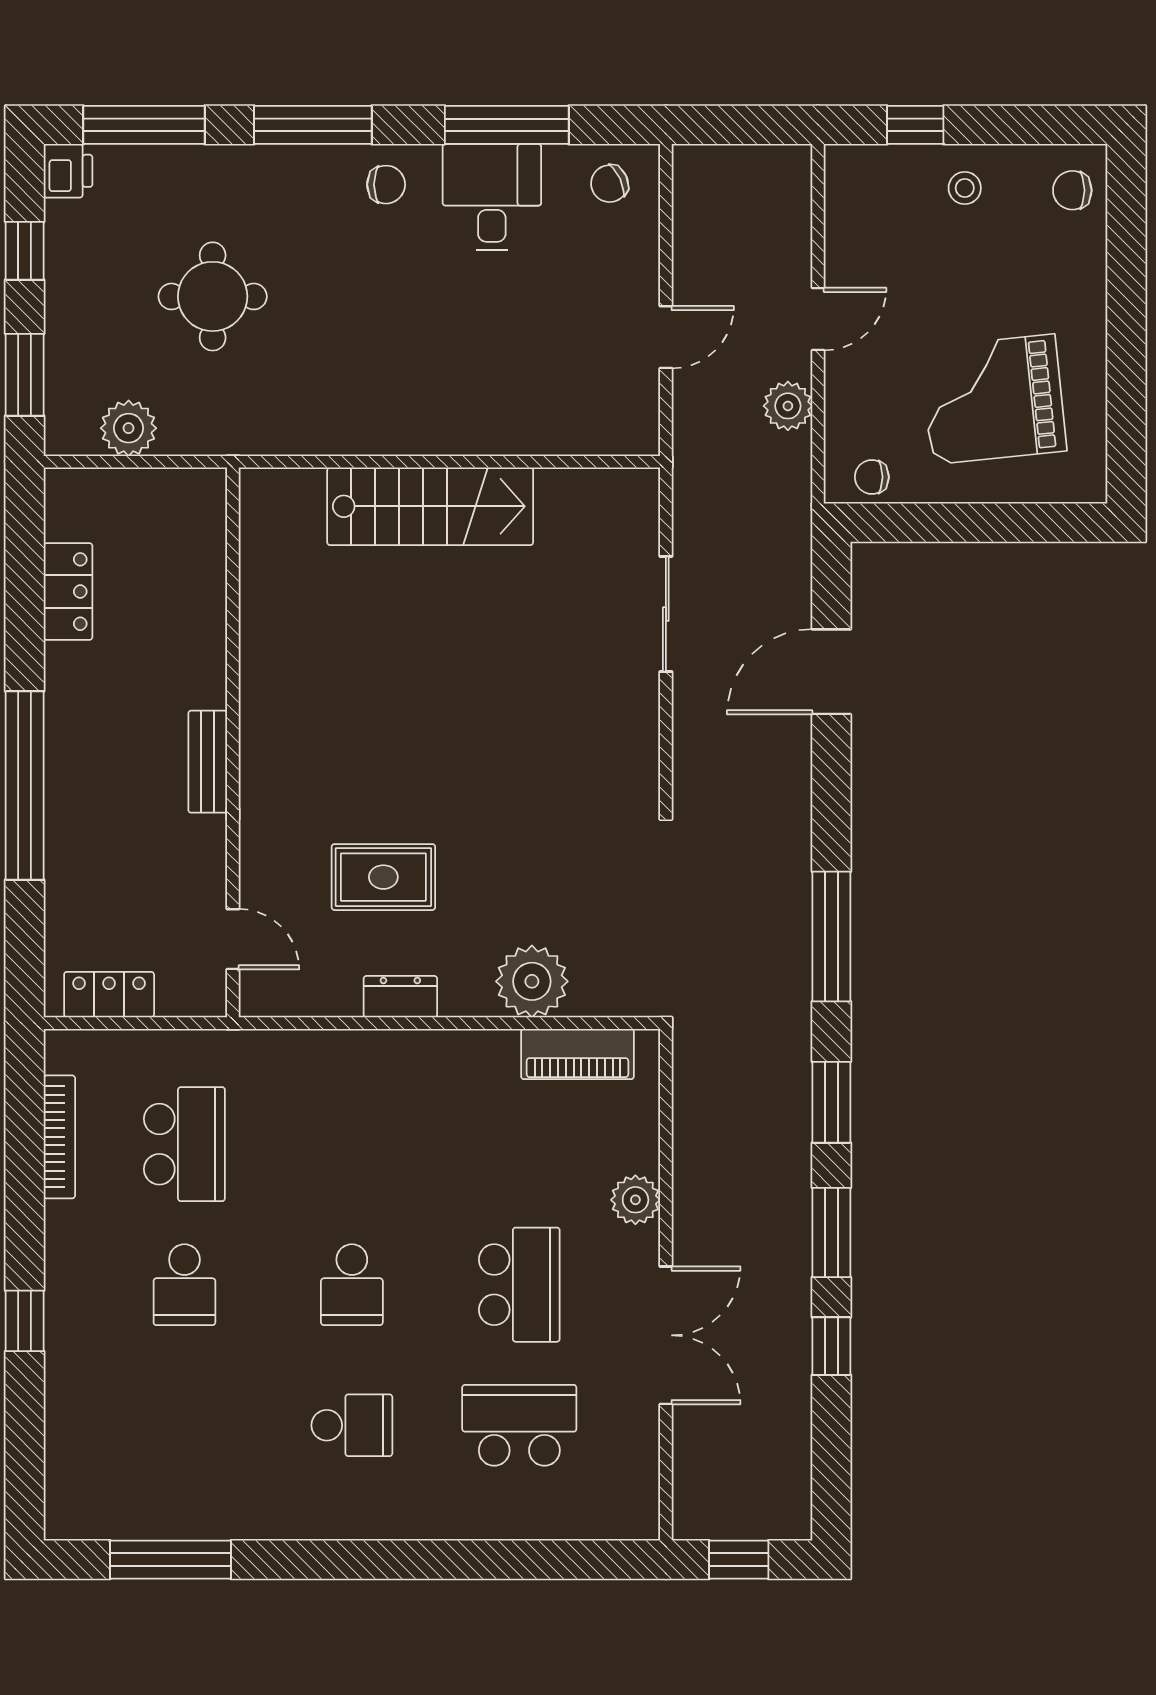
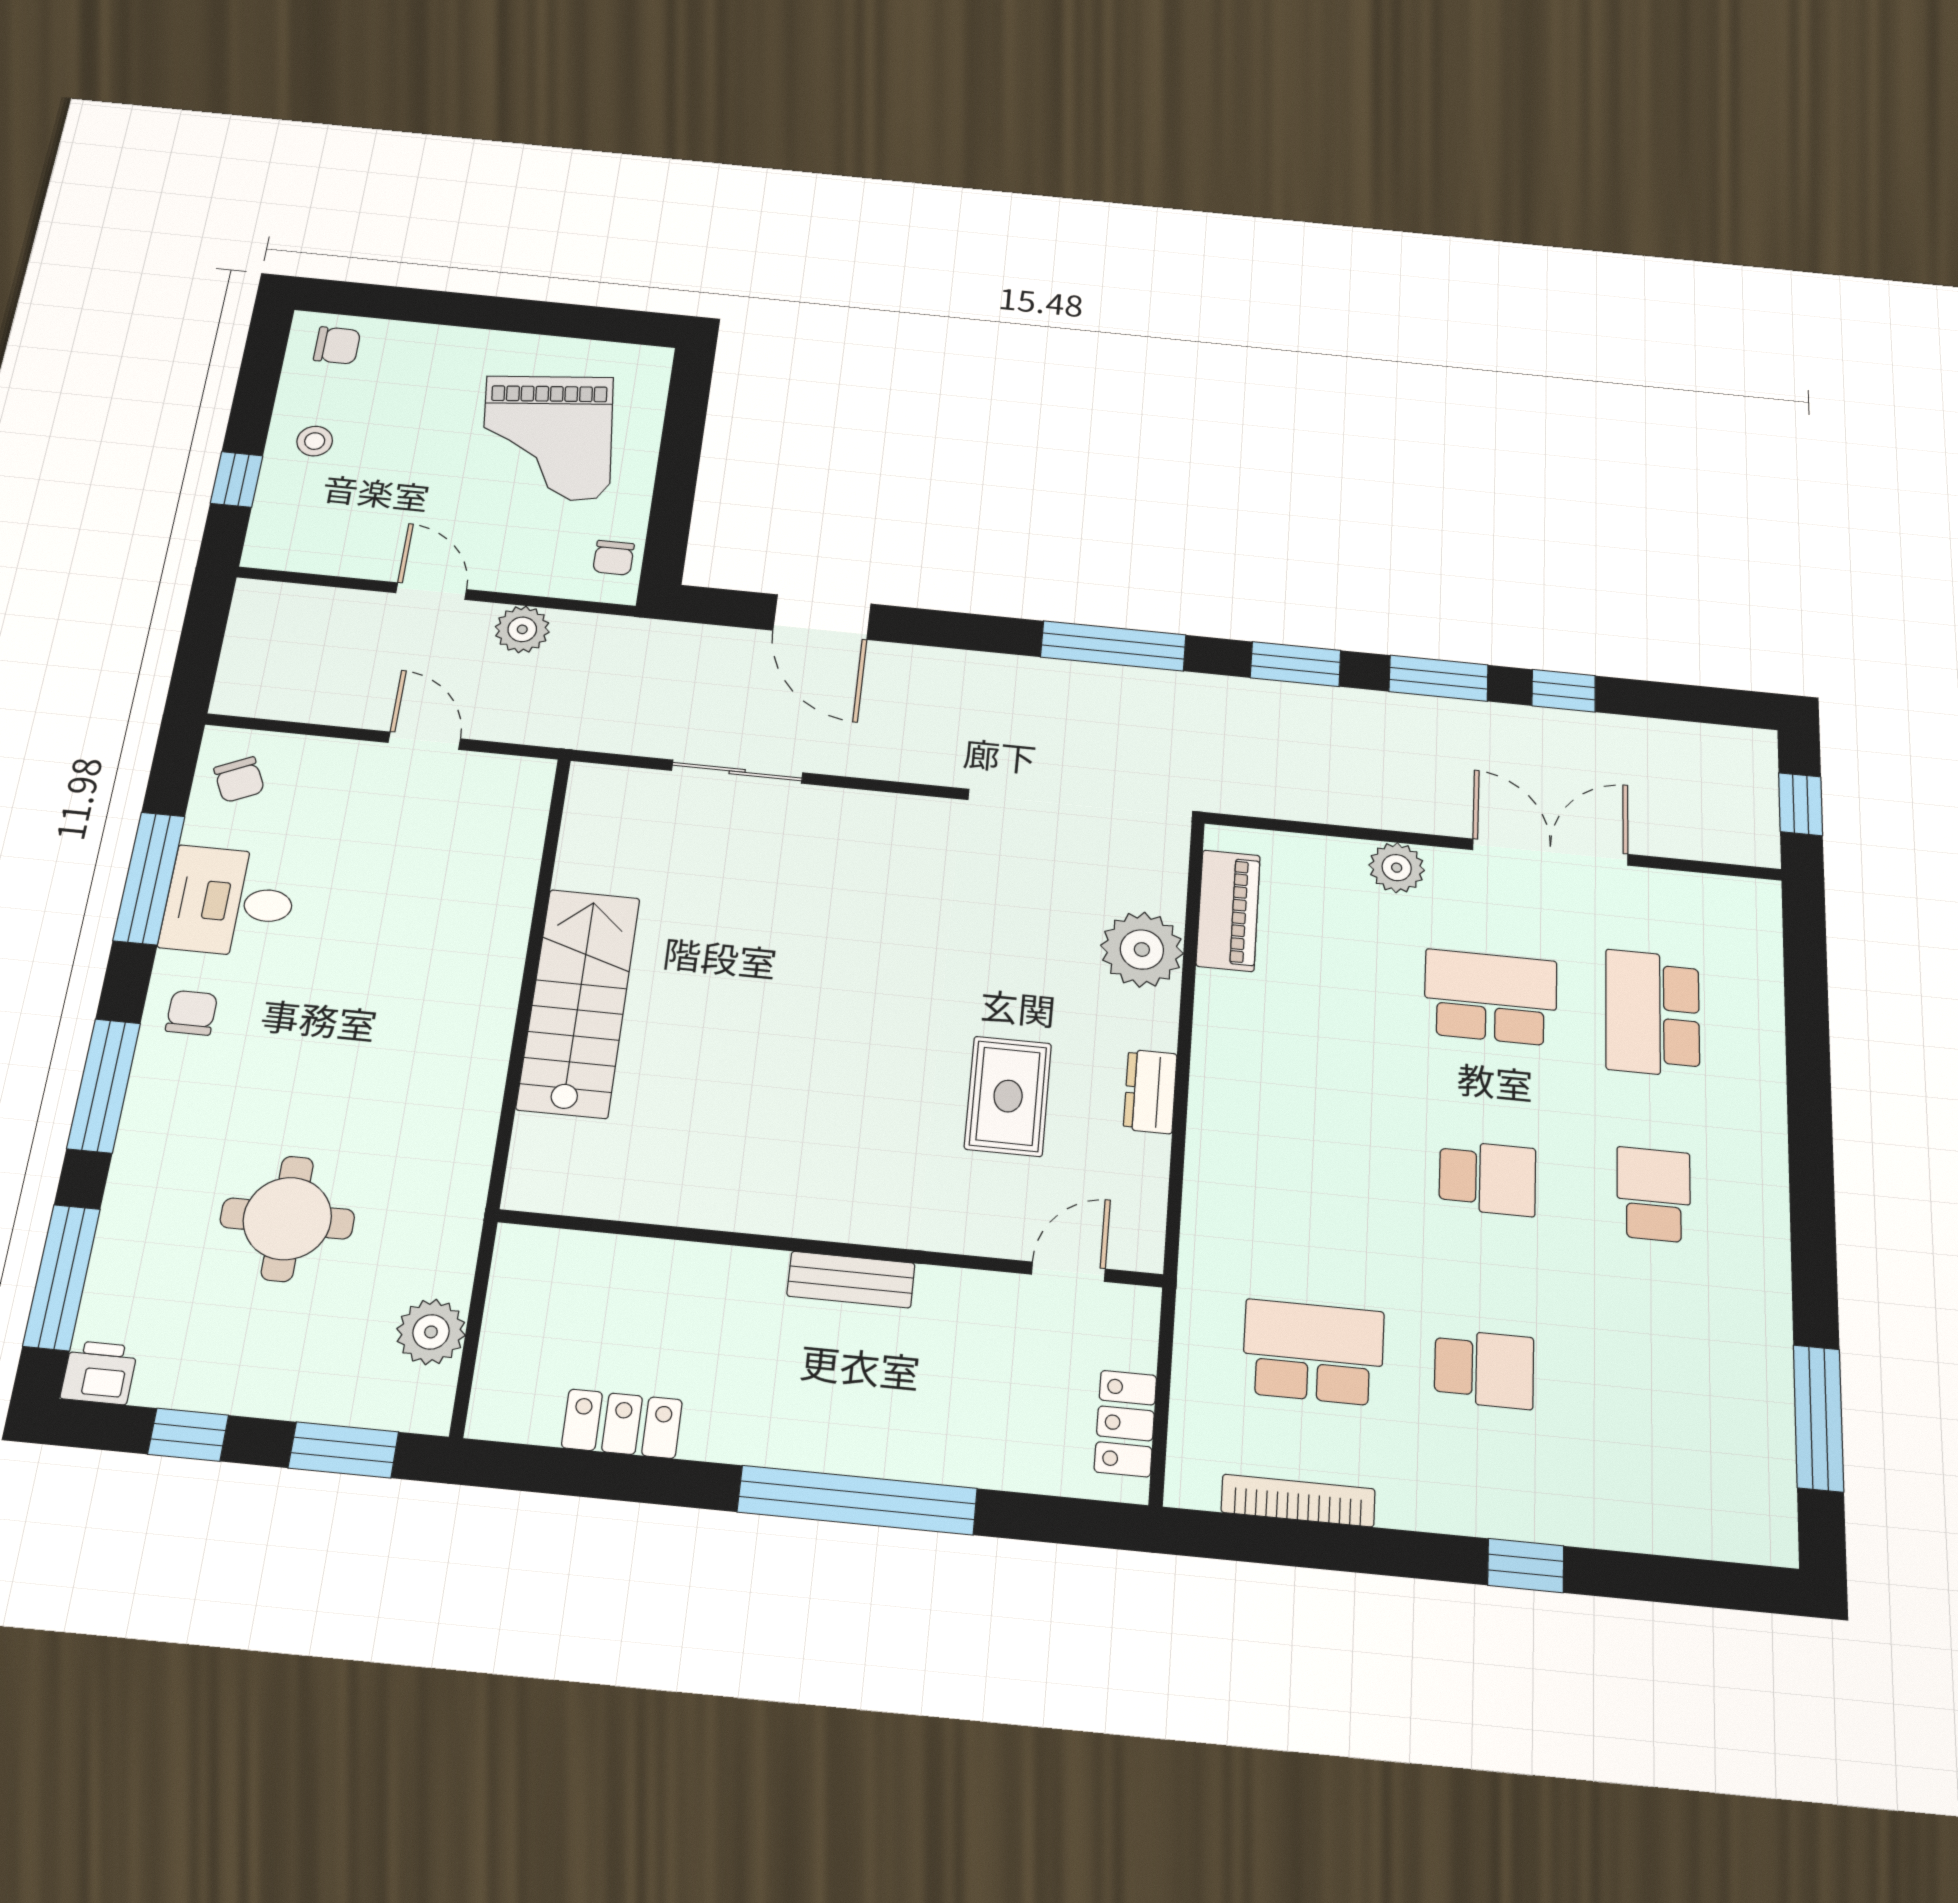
chair: (1072, 190) -> (337, 345), turned -90

